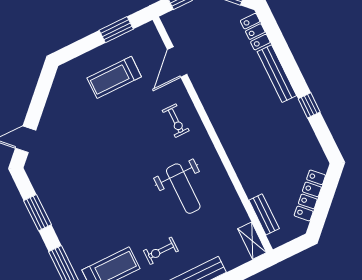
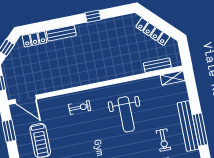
door: (177, 62) -> (26, 99), moved
bench: (277, 74) -> (61, 33), width x0.73
weight bench: (183, 189) -> (126, 114), turned 90

